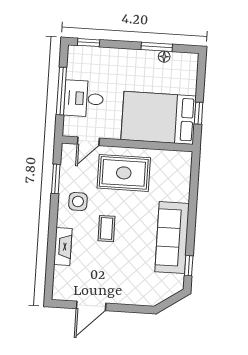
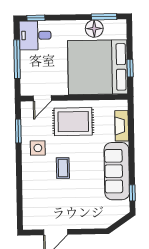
window: (157, 47) -> (104, 17), moved
floor lamp: (164, 57) -> (94, 29), width x1.89, depth x1.89
desk: (84, 99) -> (35, 35), moved
bed: (159, 118) -> (98, 67), width x1.36
fireplace: (63, 246) -> (122, 126), moved, turned 180

